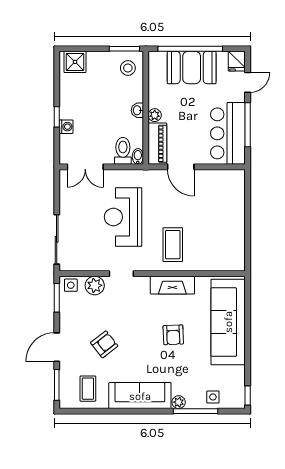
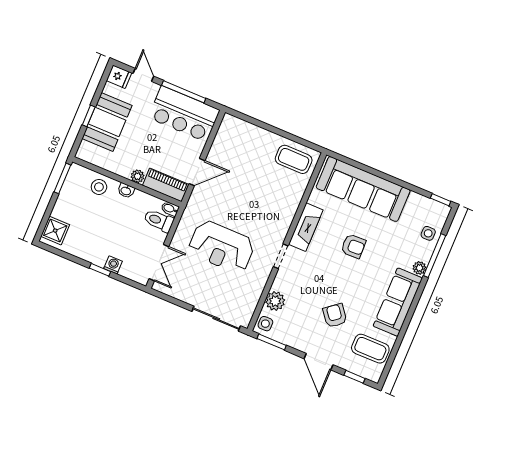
window: (190, 49) -> (89, 116), width x0.32
stool: (128, 68) -> (99, 187), moved
coffee table: (173, 245) -> (294, 159), moved
doorway: (121, 274) -> (281, 256), moved
window: (57, 385) -> (354, 377), width x0.67
coffee table: (88, 389) -> (370, 349), width x1.36, depth x1.30

